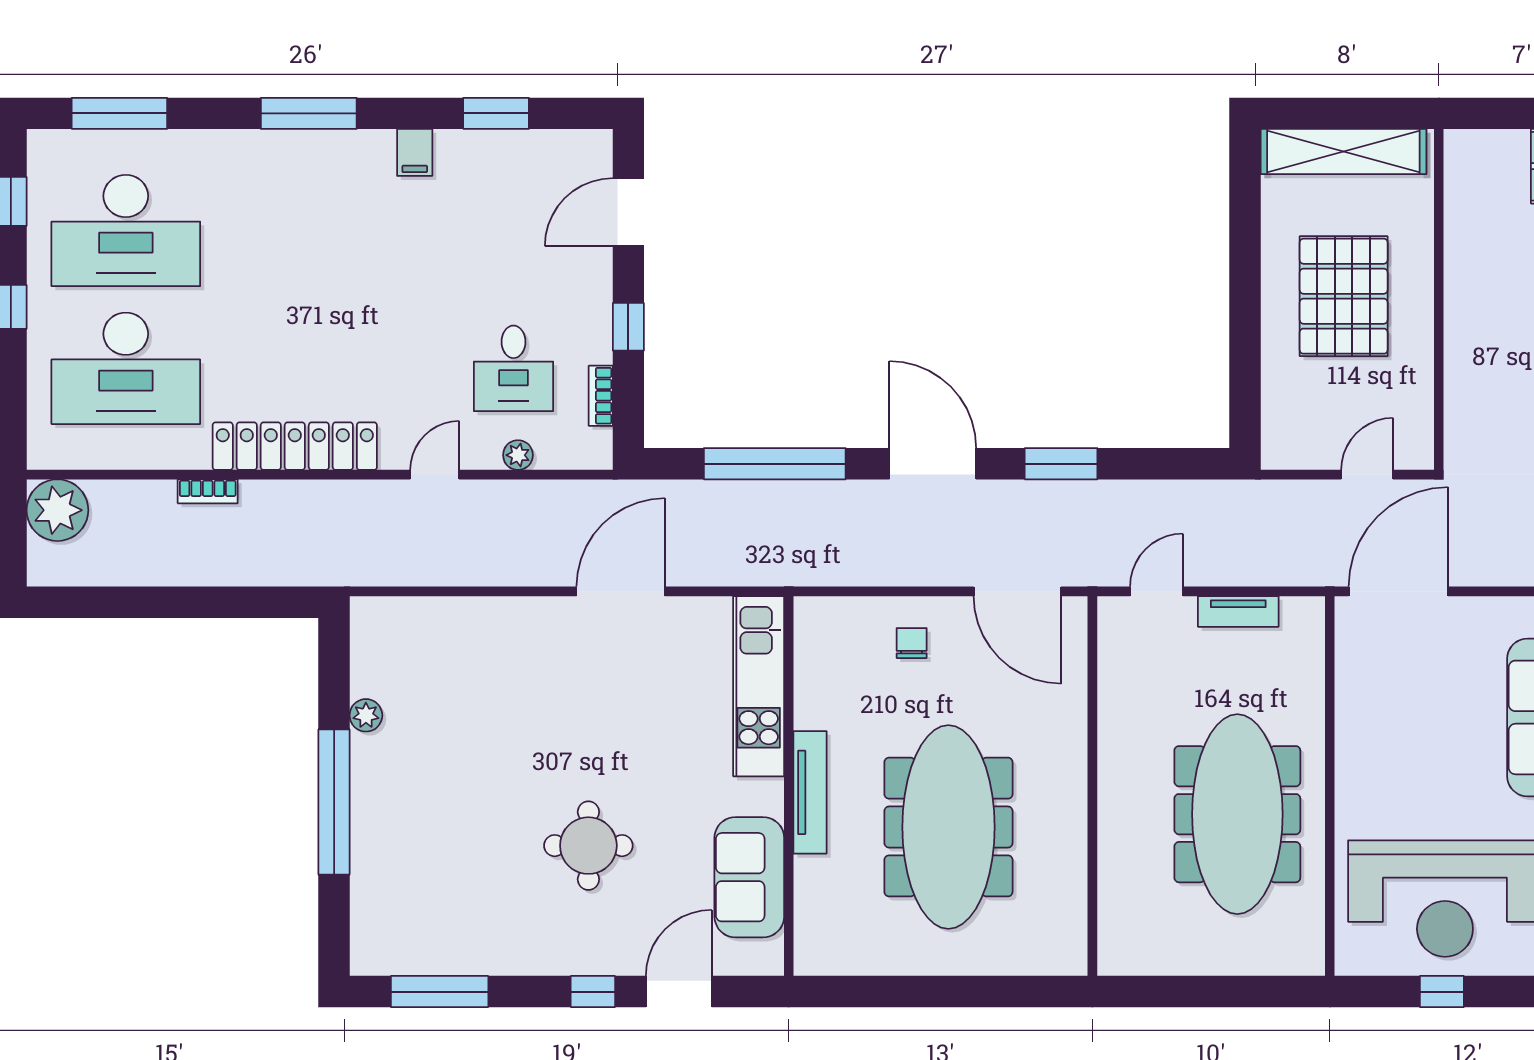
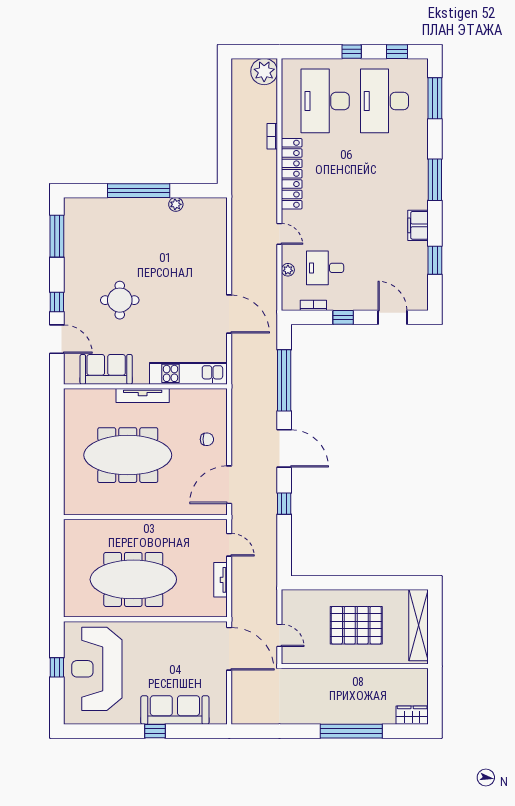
filing cabinet: (415, 152) -> (418, 225), width x2.00
door: (933, 464) -> (284, 448), hinge flipped
window: (1061, 464) -> (284, 504), width x0.67

